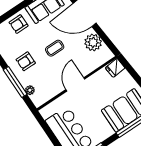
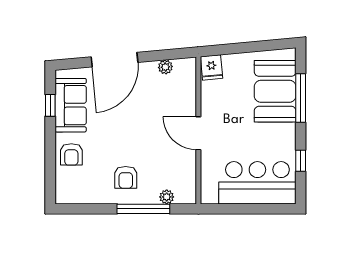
plant: (93, 42) -> (165, 67), width x0.53, depth x0.53
coffee table: (55, 48) -> (134, 129), removed

